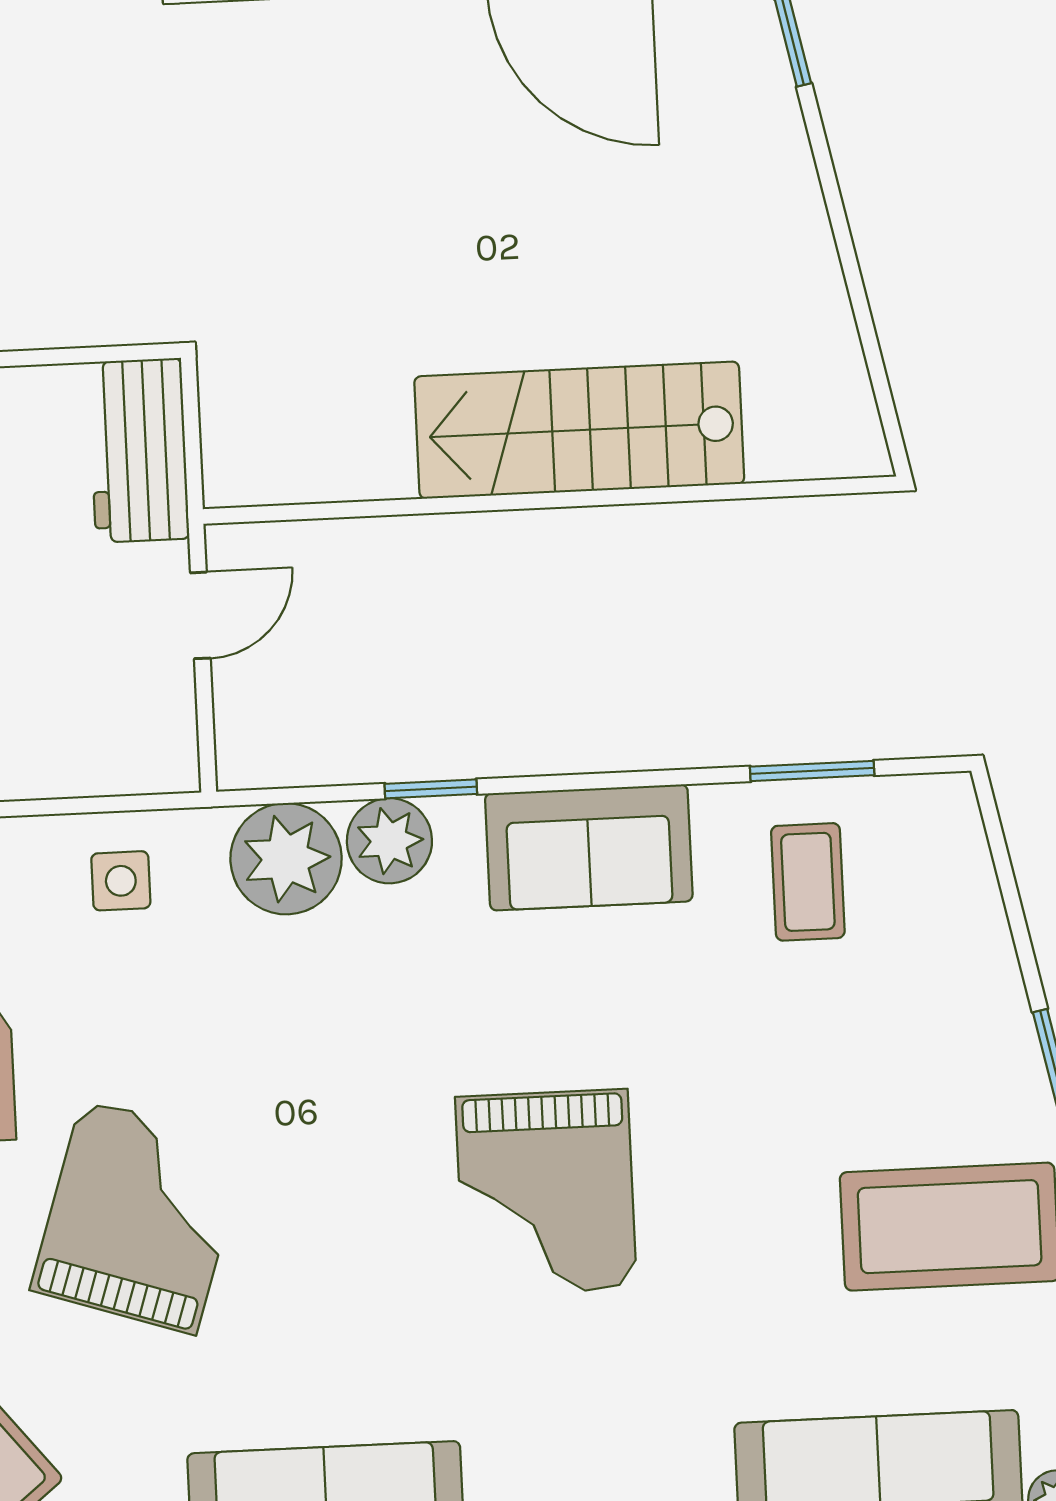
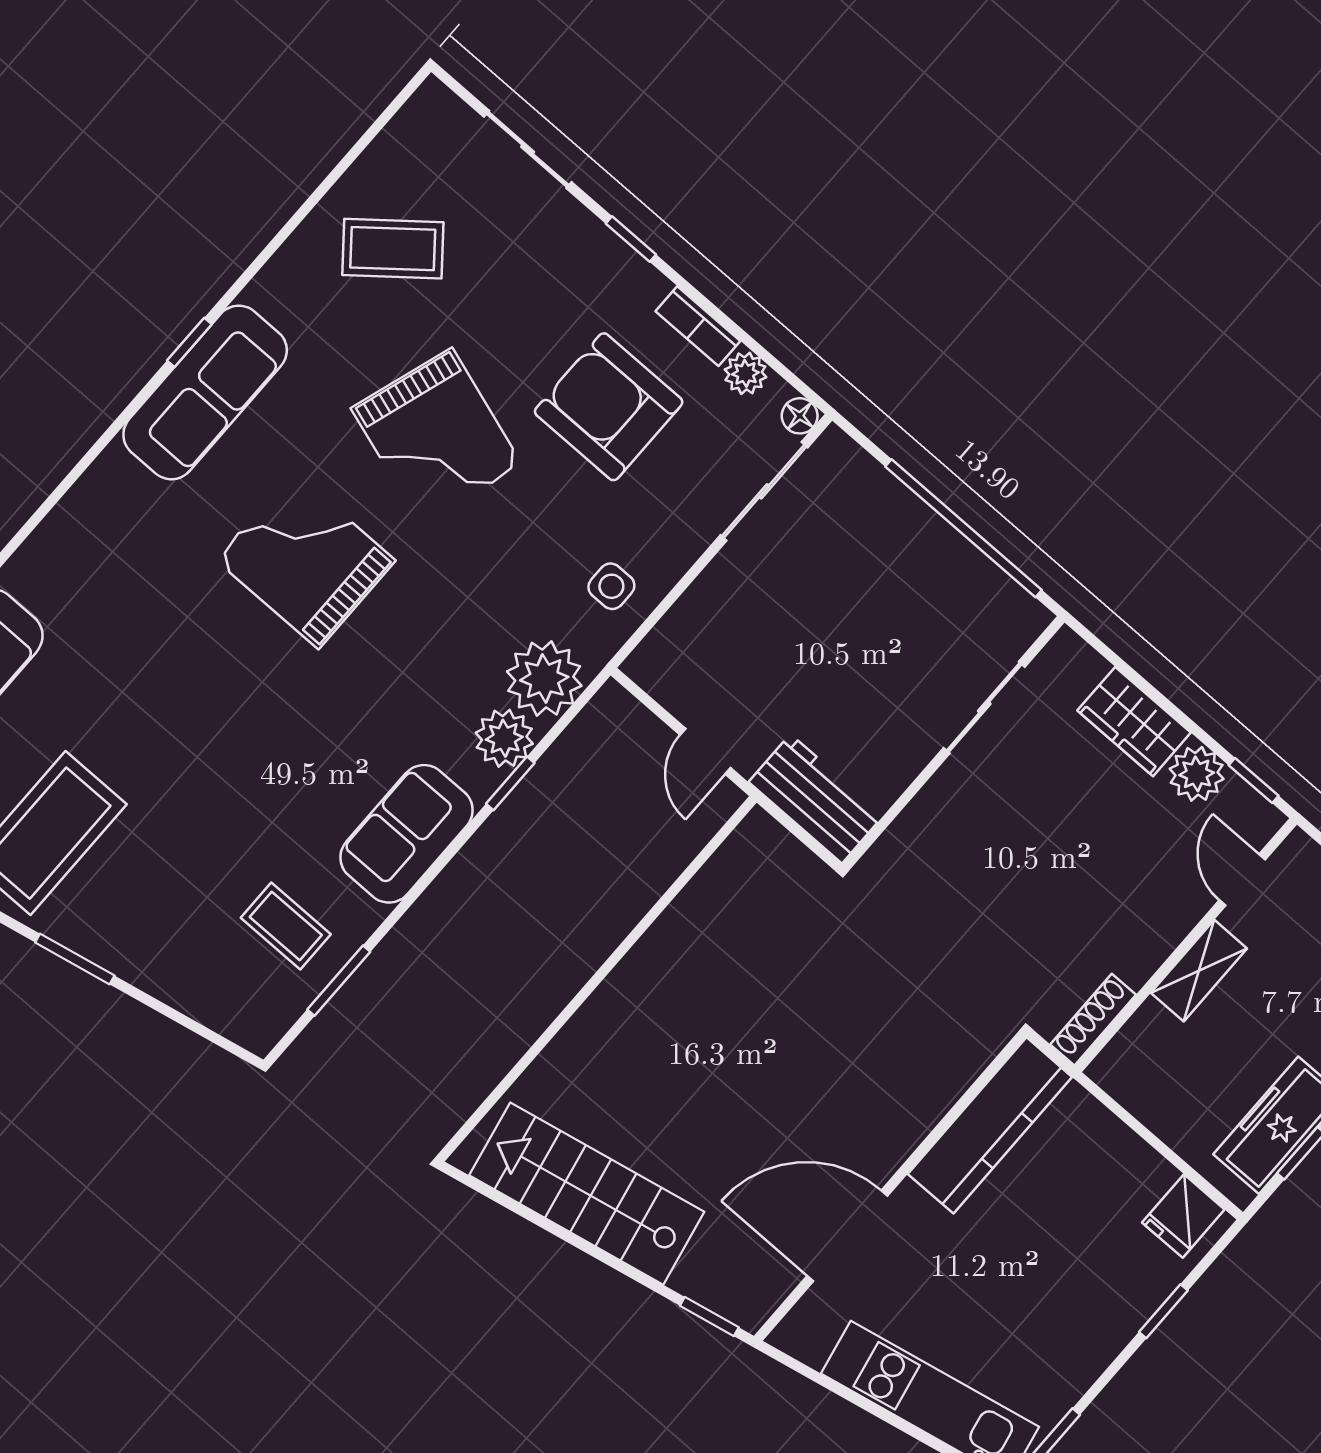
stairs: (579, 430) -> (587, 1194), moved, turned -102
grand piano: (546, 1192) -> (306, 560), moved

